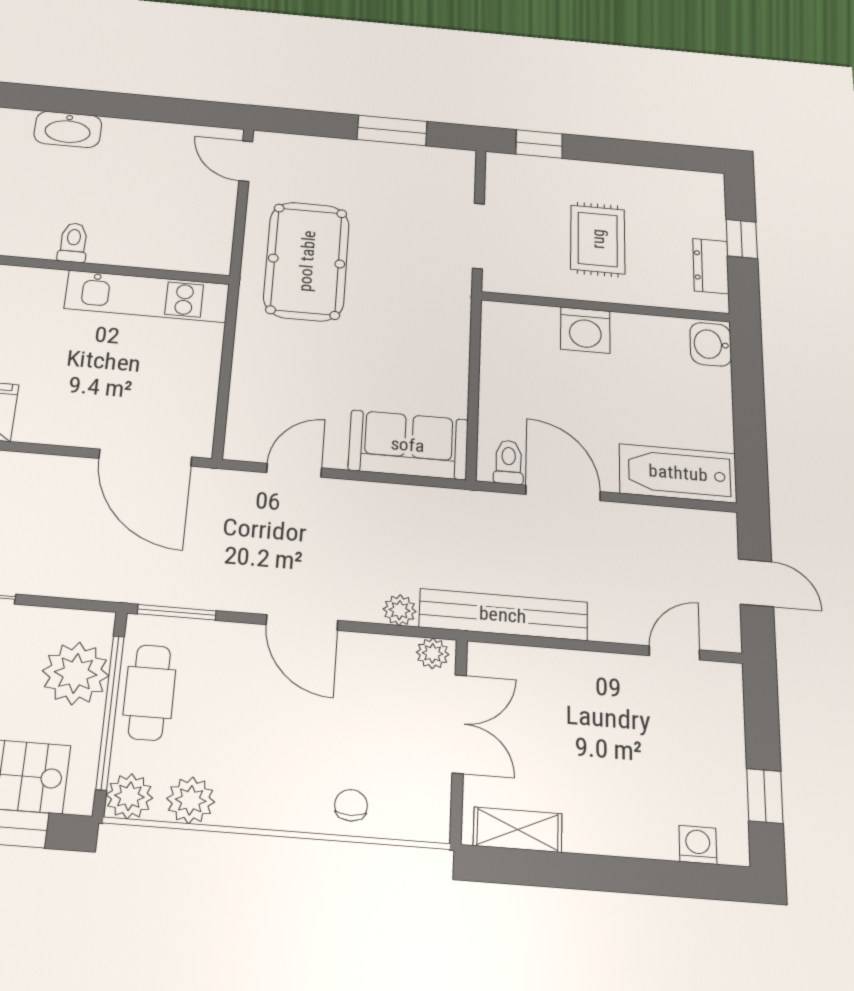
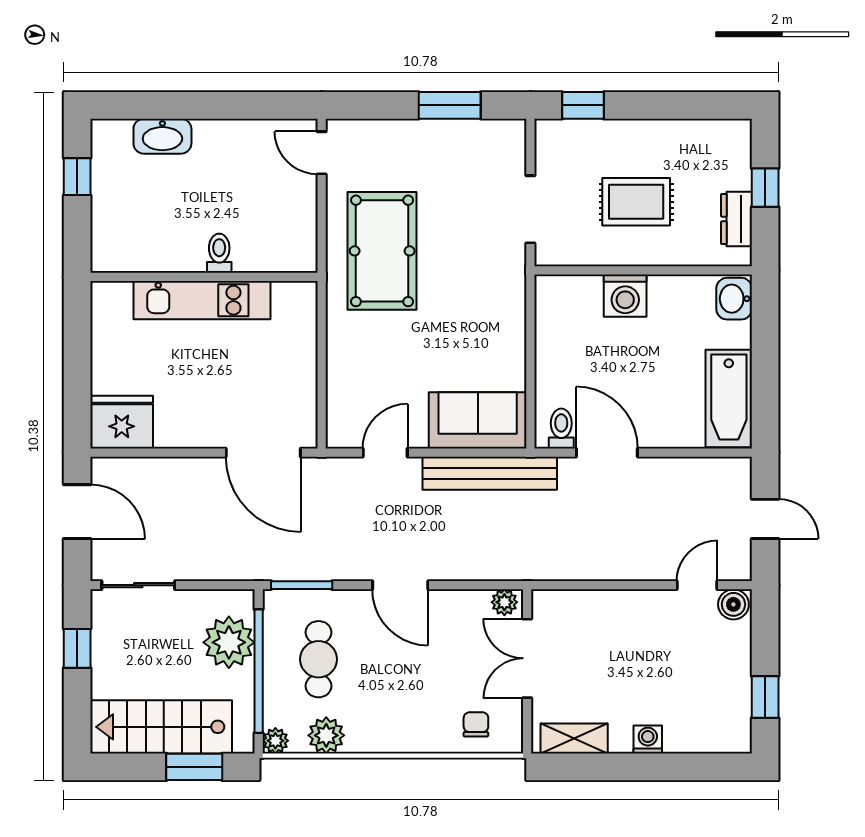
rug: (598, 239) -> (636, 202), turned 90
toilet: (73, 243) -> (219, 253), moved
kitchen unit: (147, 296) -> (202, 300), moved
bathtub: (678, 473) -> (729, 398), moved, turned -90
plant: (400, 610) -> (477, 568), removed
bench: (503, 615) -> (490, 473), moved
boiler: (721, 679) -> (733, 604), added
cafe table: (149, 692) -> (319, 659), moved
double door: (459, 724) -> (527, 658), swing flipped
plant: (129, 796) -> (275, 741), width x0.73, depth x0.73
chair: (351, 805) -> (476, 724), moved
washing machine: (698, 845) -> (648, 739), moved

